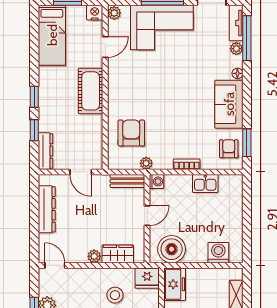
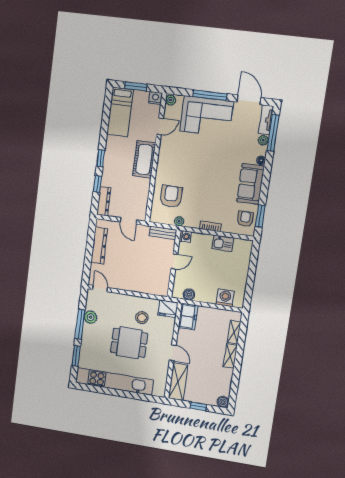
boiler: (172, 249) -> (189, 295), width x0.54, depth x0.54
wardrobe: (118, 254) -> (148, 287), removed
plant: (94, 256) -> (130, 286), removed

